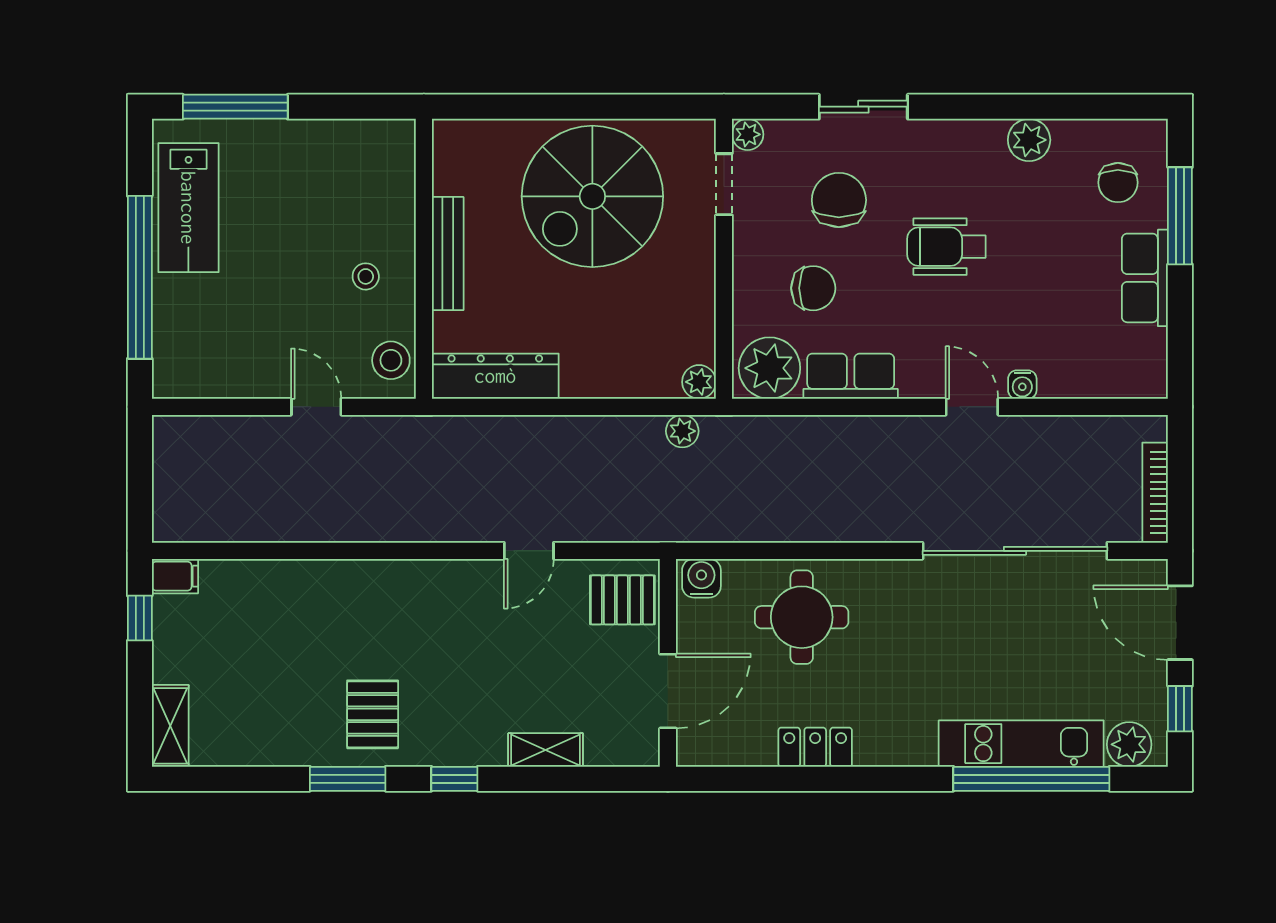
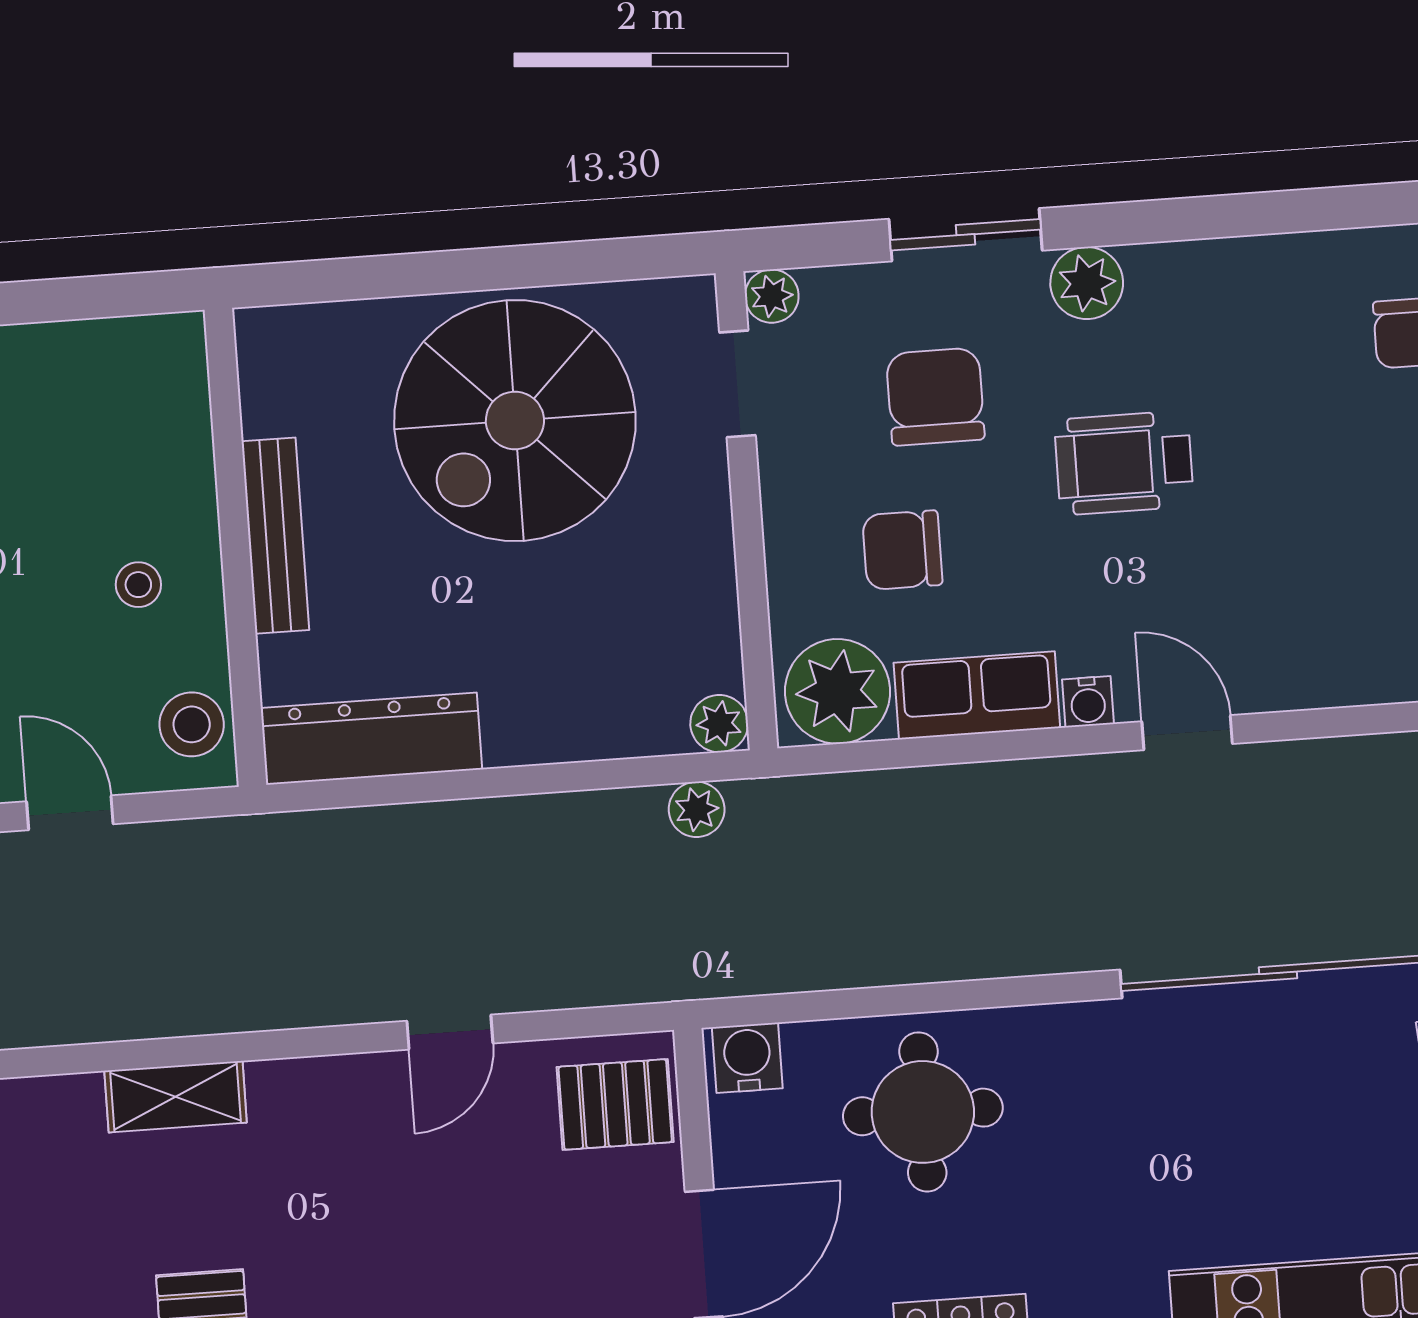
plant: (1029, 140) -> (1087, 283), moved
chair: (813, 288) -> (902, 550), turned 180
water cooler: (1022, 385) -> (1088, 702), moved
shelving: (366, 577) -> (176, 1097), added

